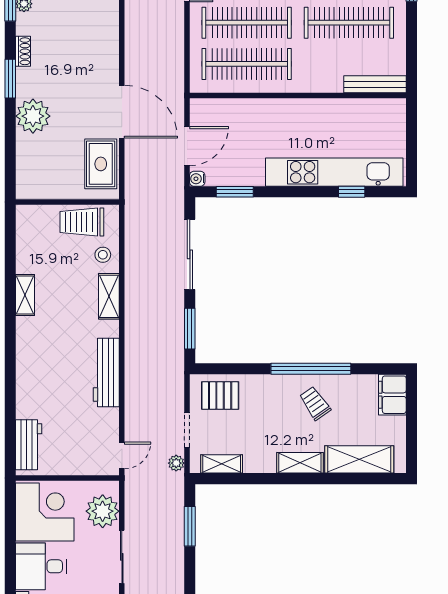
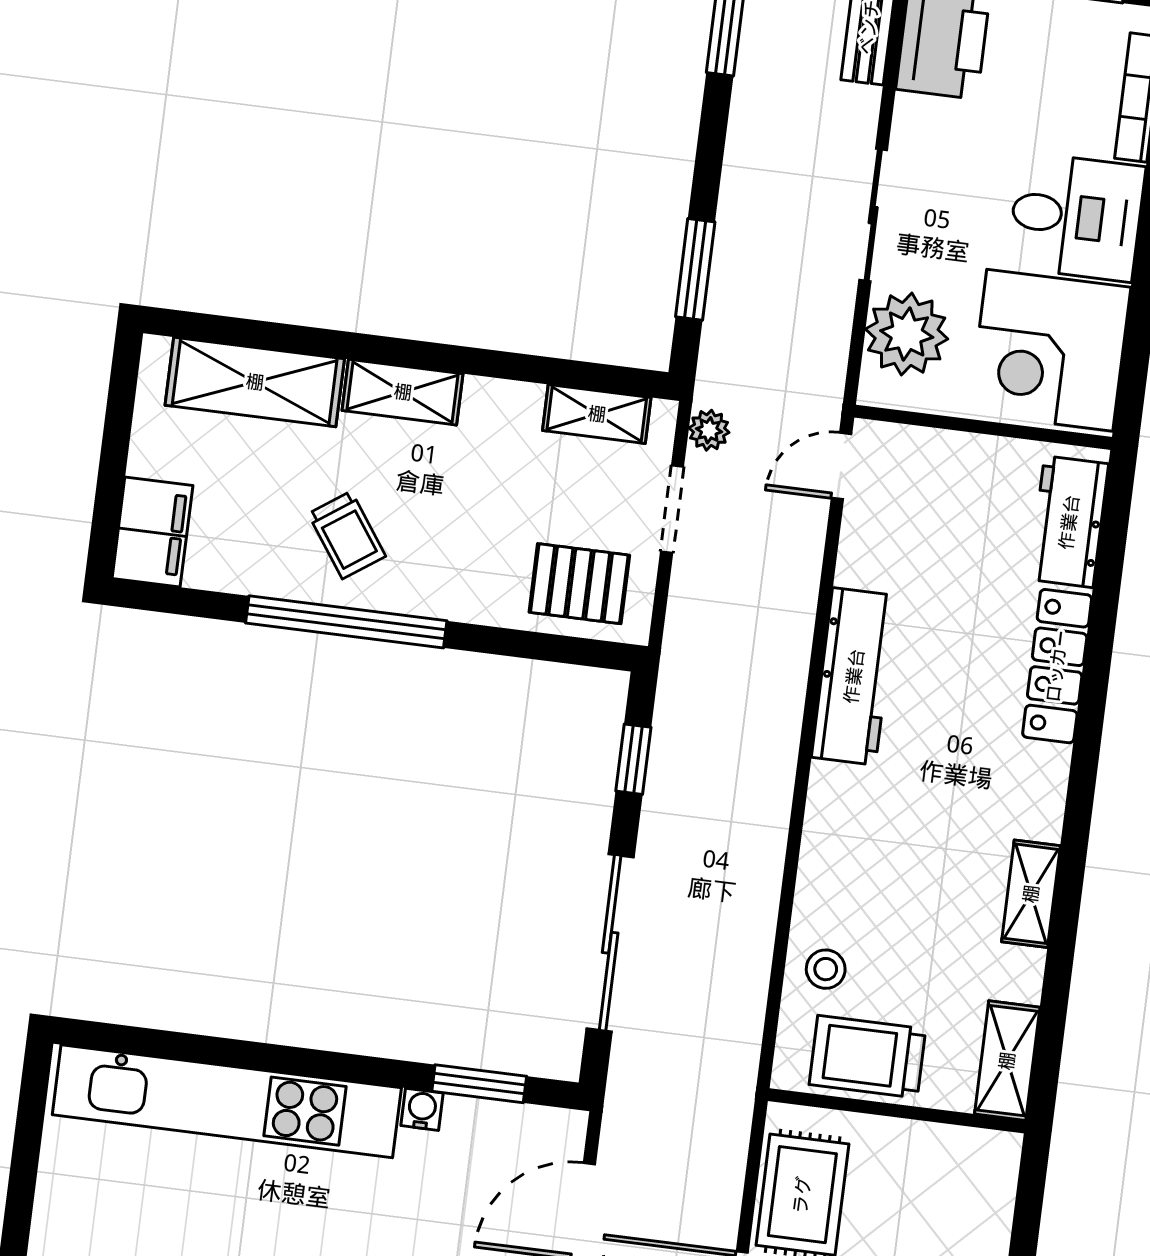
water cooler: (197, 179) -> (422, 1109), moved, turned -90
window: (352, 192) -> (190, 1047), removed
trolley: (82, 222) -> (867, 1057), turned 180
shelving: (109, 296) -> (1007, 1061), moved
window: (190, 329) -> (633, 759), width x0.67
locker: (26, 387) -> (1057, 666), added

